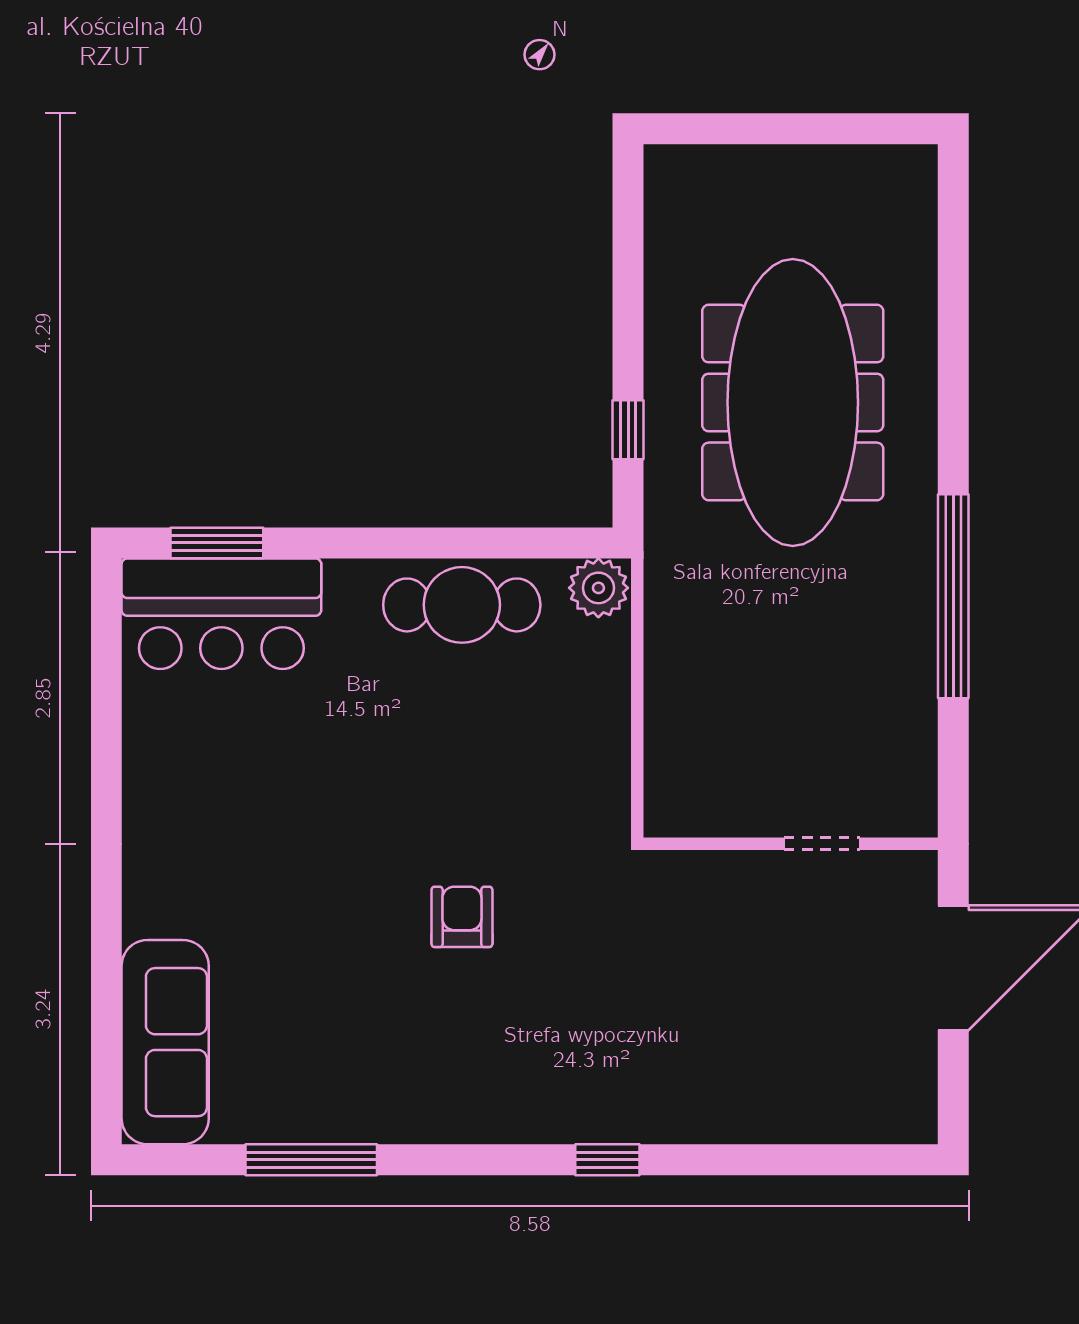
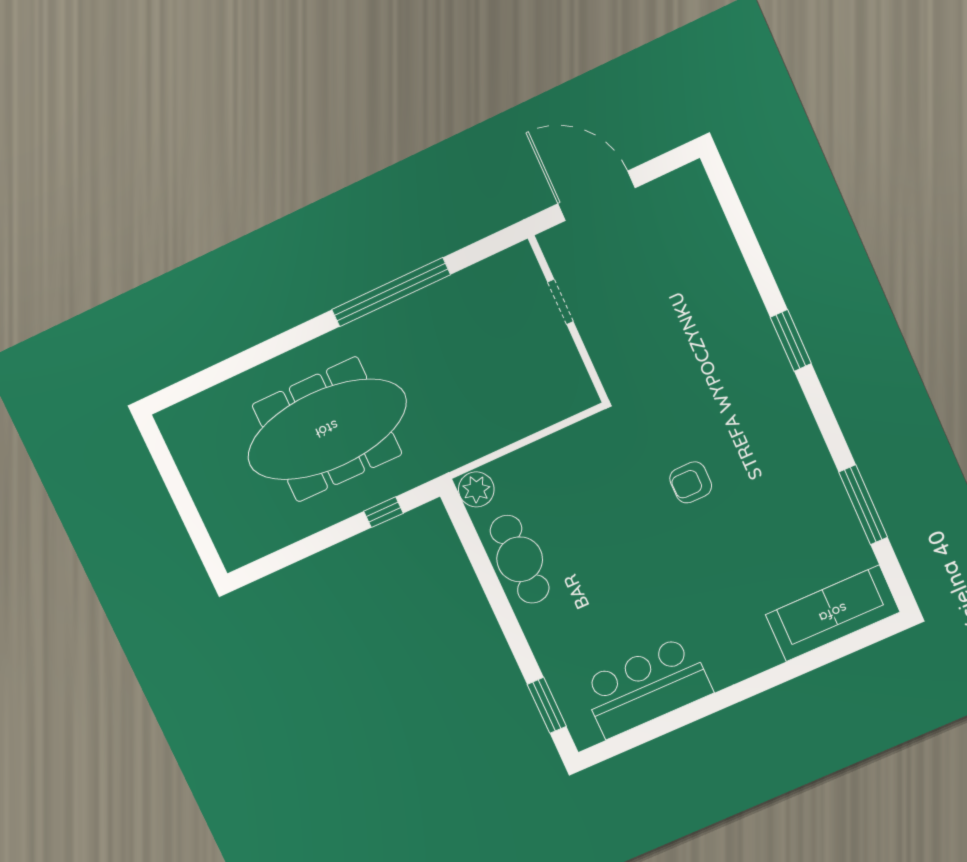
bar counter: (221, 614) -> (646, 687), moved, turned -90
window: (607, 1160) -> (791, 340), width x1.50

